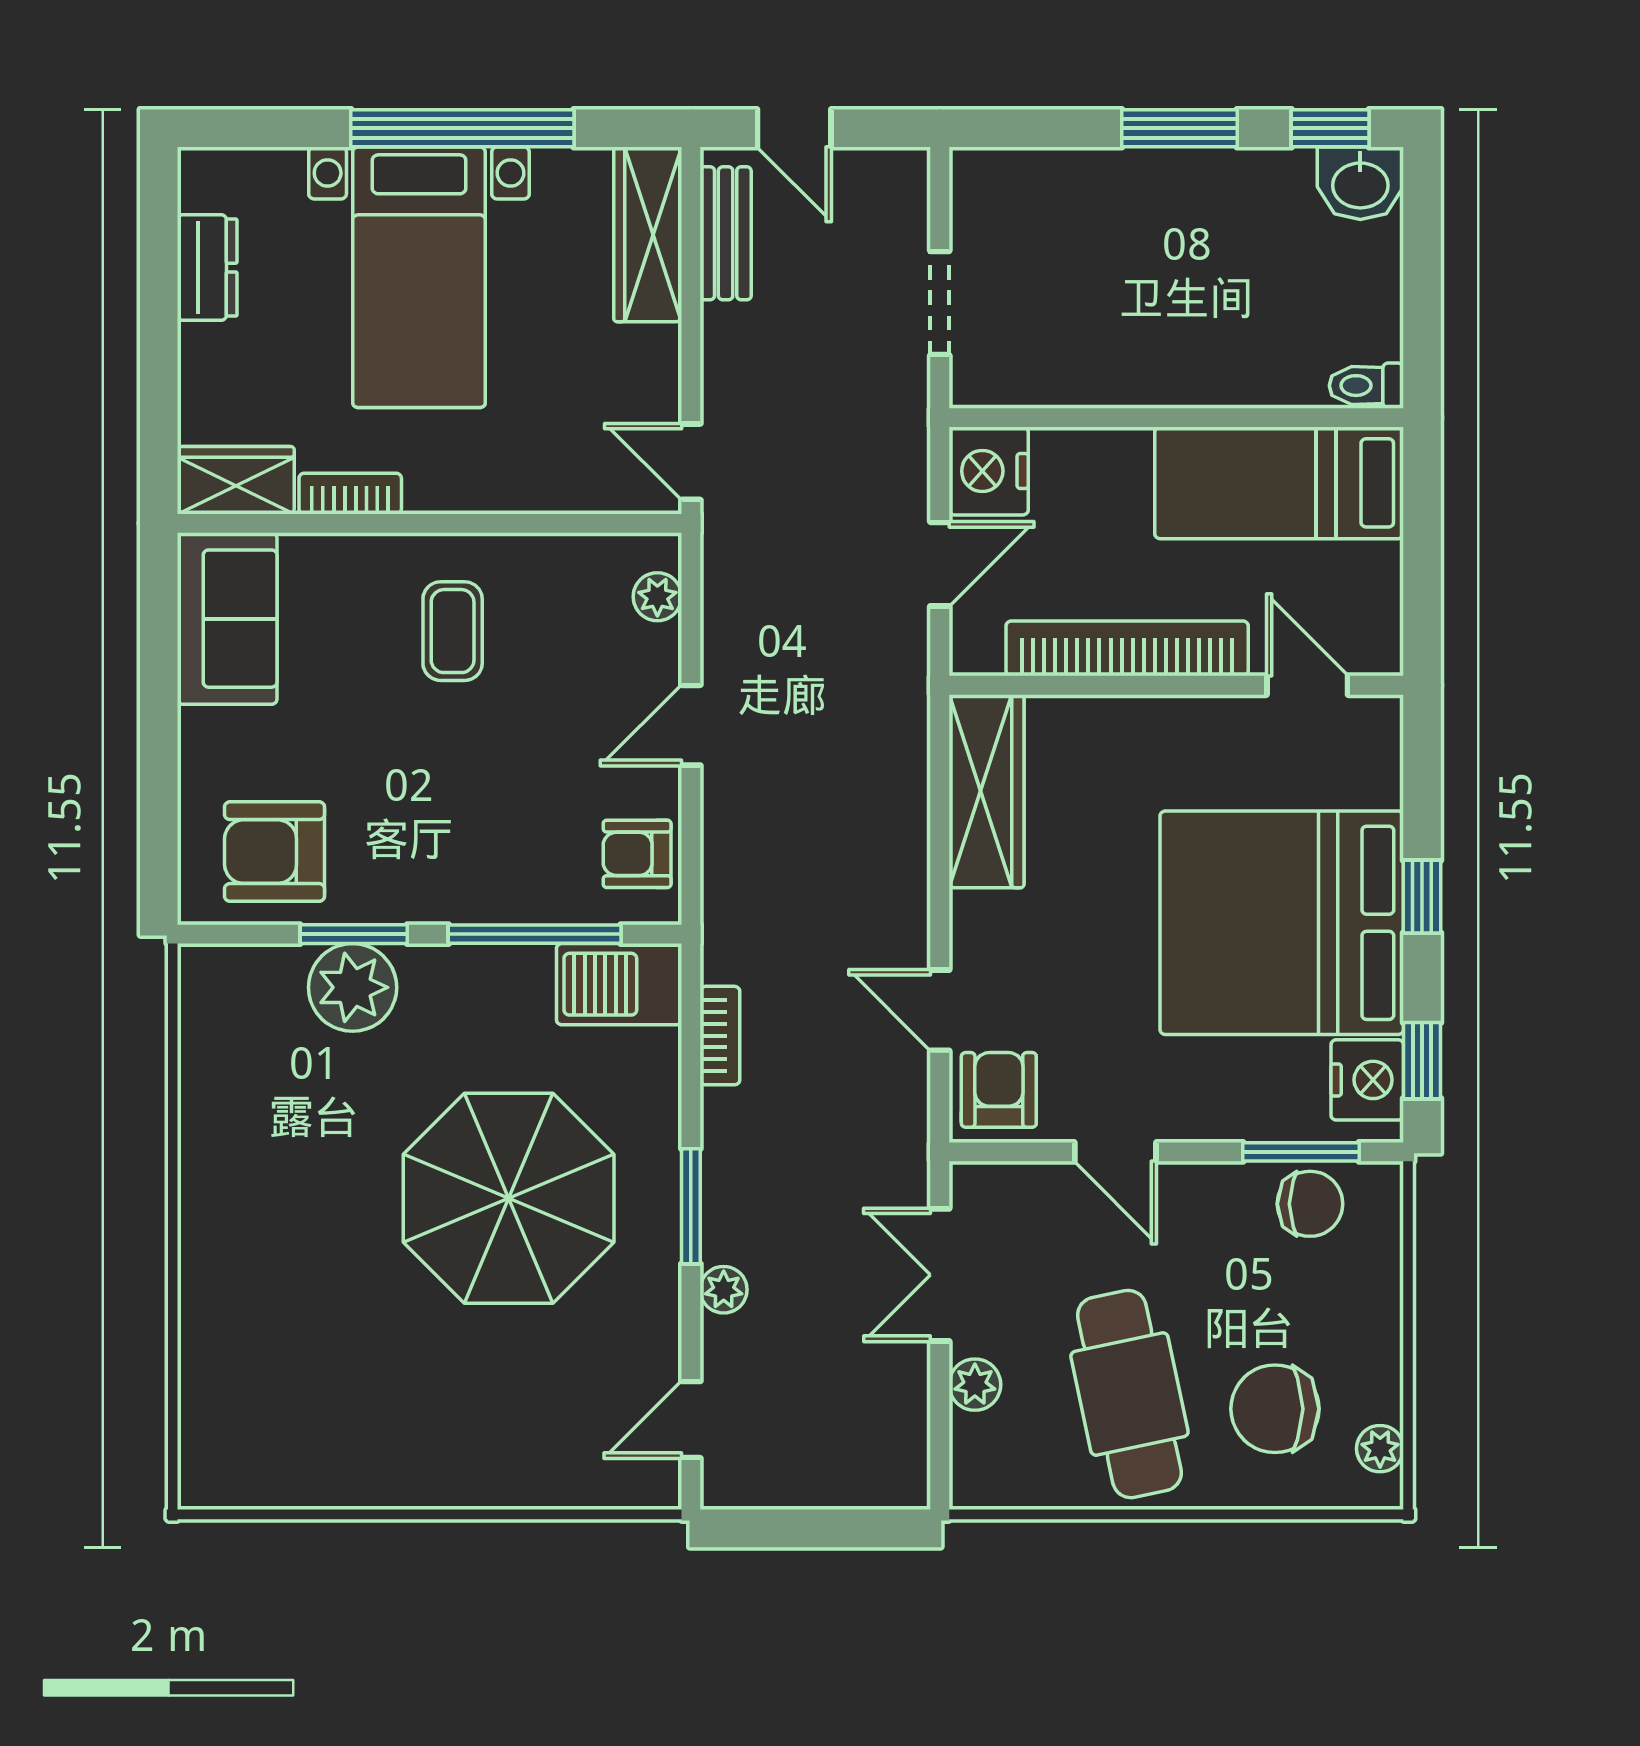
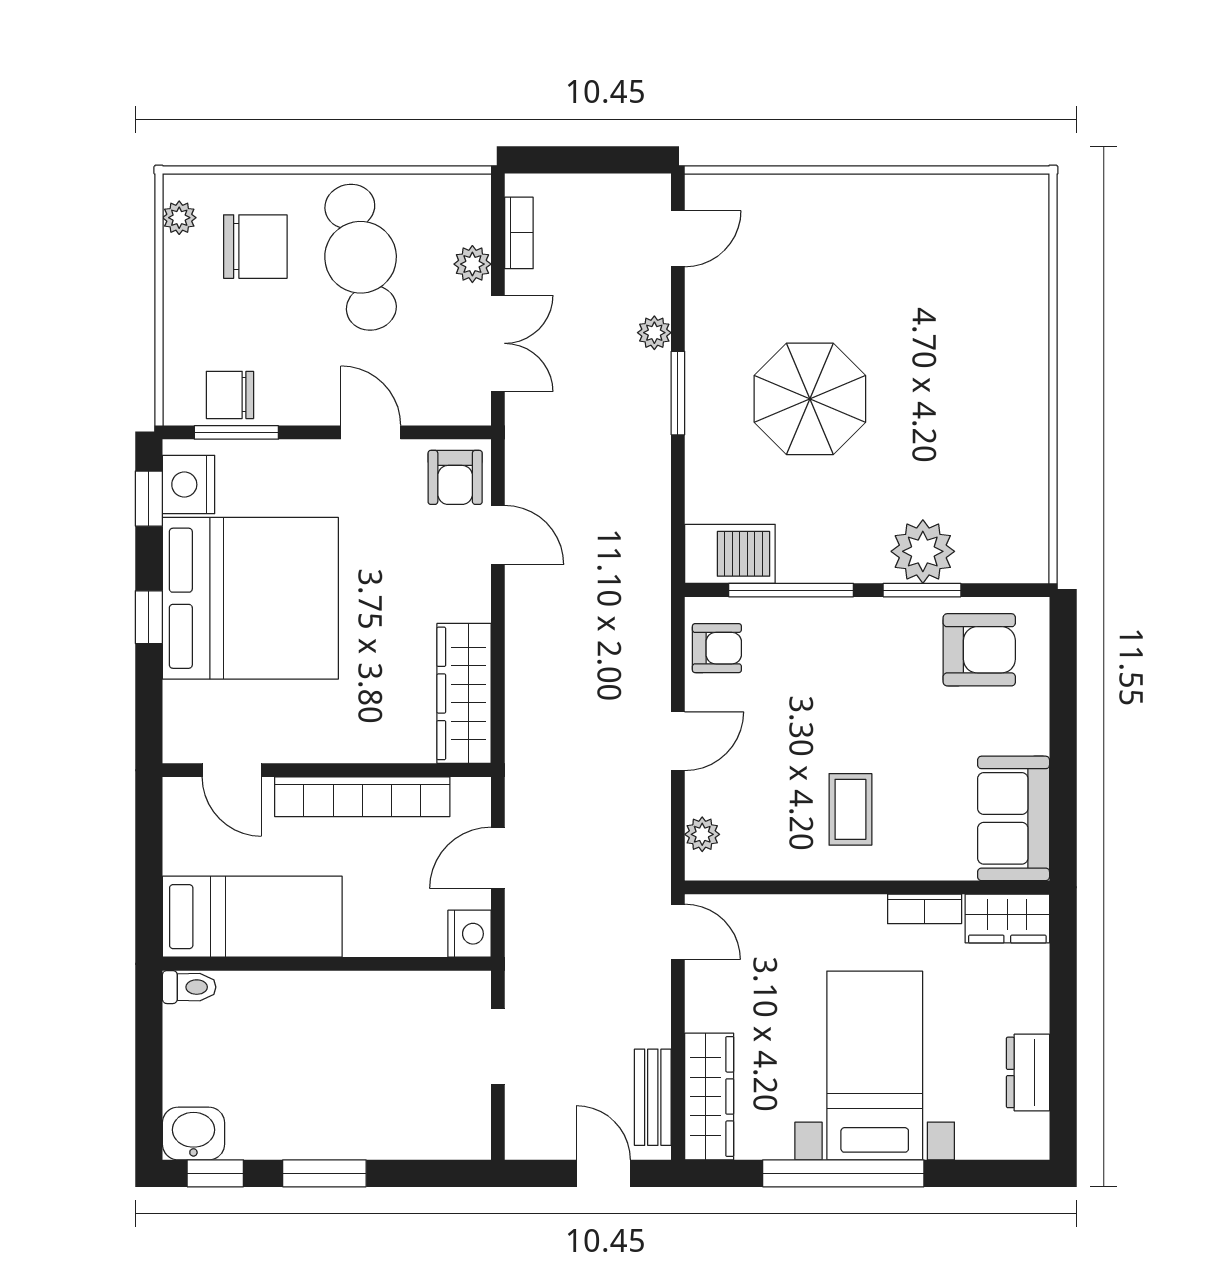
nightstand: (989, 471) -> (470, 934), width x0.74, depth x0.75
bookcase: (720, 1036) -> (519, 233), moved, turned 180
parasol: (509, 1198) -> (810, 399), width x0.73, depth x0.73

